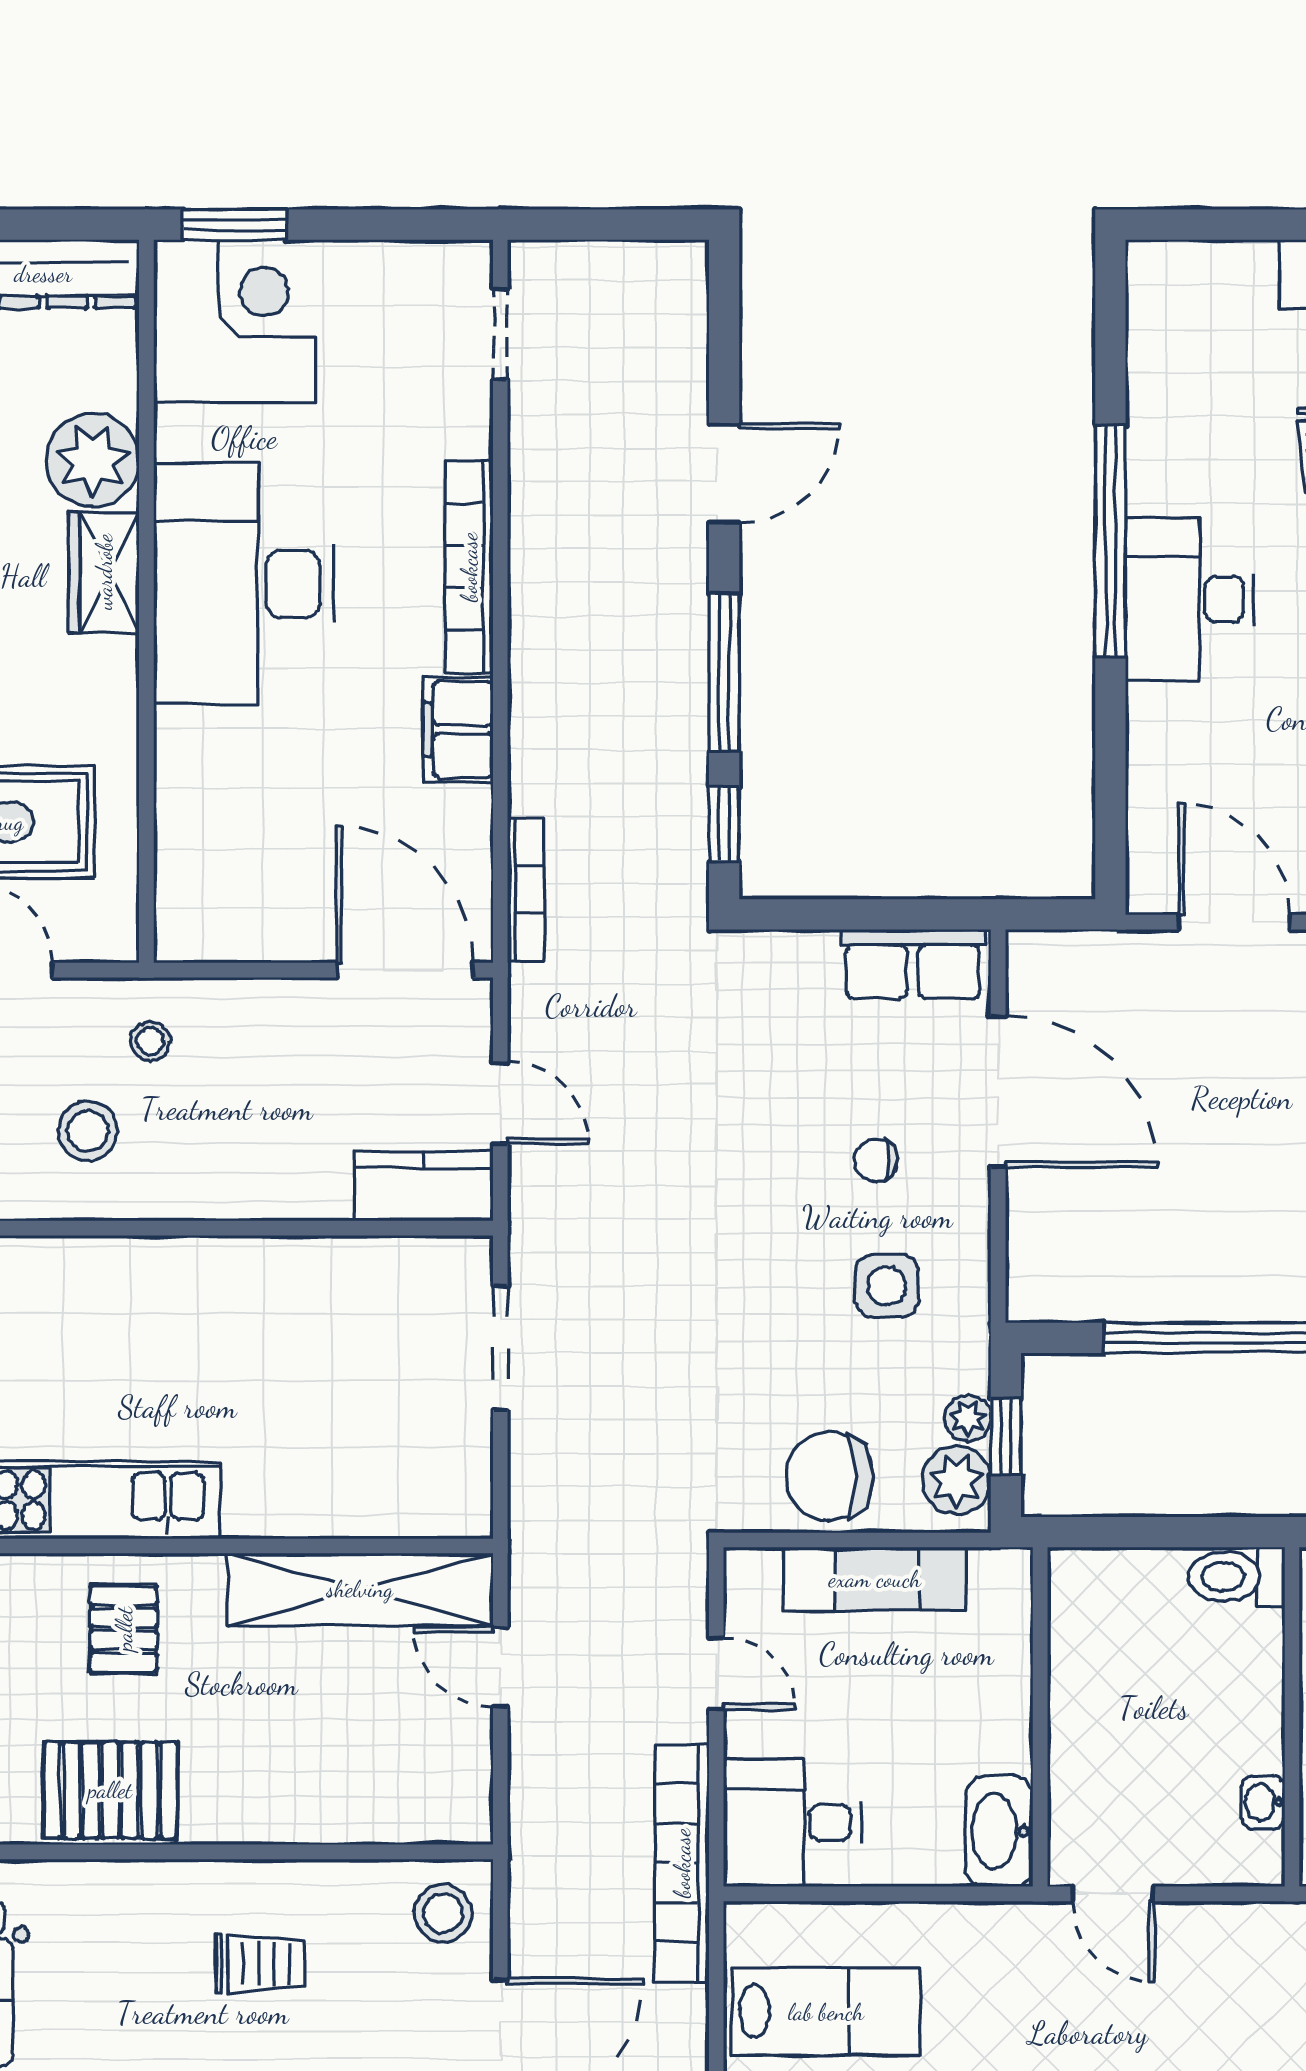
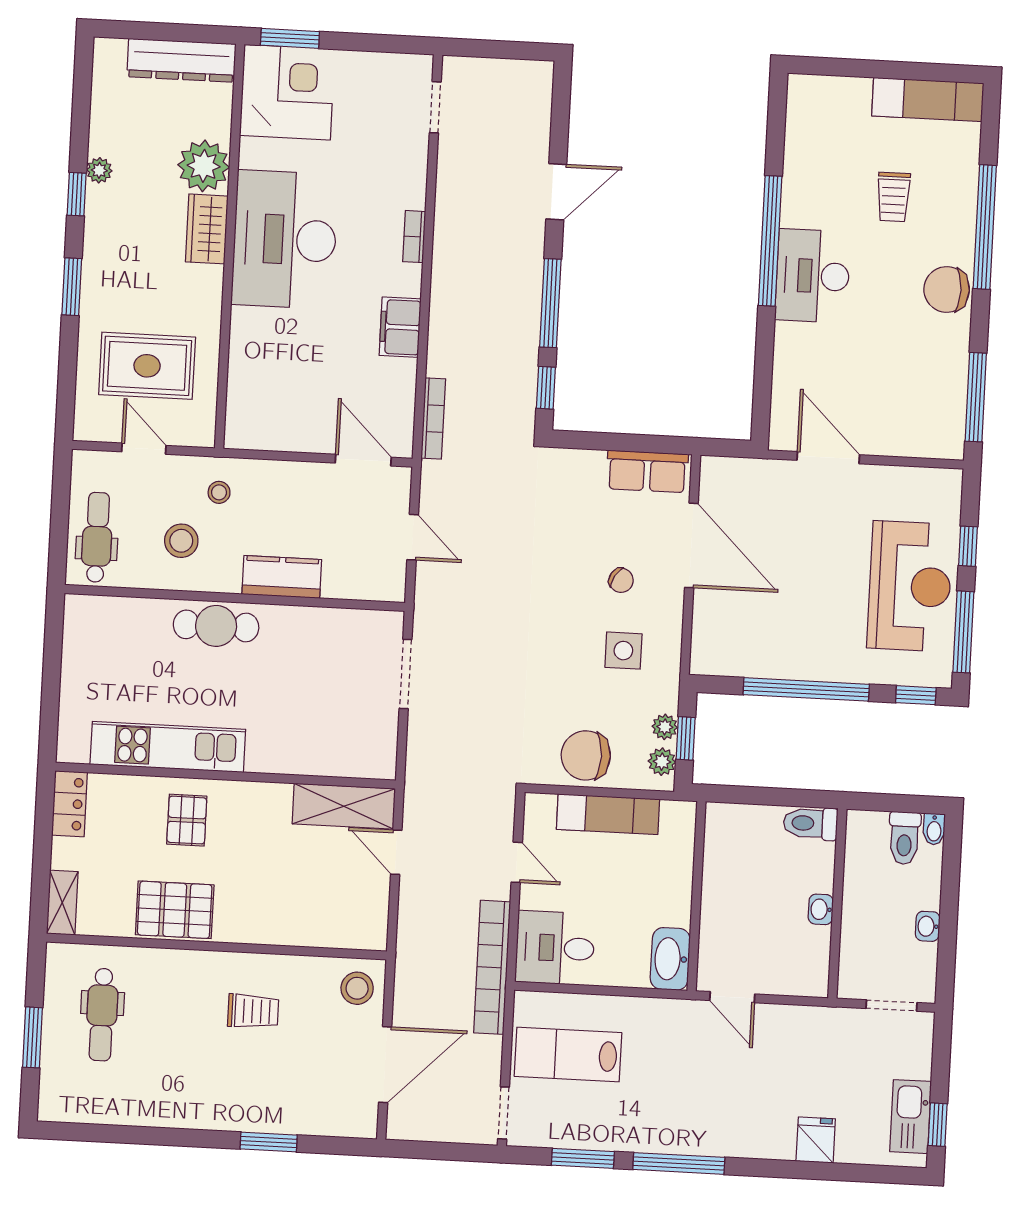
bookcase: (469, 567) -> (414, 237), width x0.43, depth x0.76
door: (405, 970) -> (363, 460), width x0.73
chair: (876, 1161) -> (621, 580), turned -149
kitchen counter: (424, 1186) -> (282, 577), moved
cafe table: (158, 1280) -> (216, 626), added
plant: (957, 1480) -> (662, 762), width x0.73, depth x0.73
shelving: (360, 1589) -> (344, 806), width x0.68
washbasin: (1263, 1802) -> (821, 909), moved
lab bench: (826, 2012) -> (568, 1055), turned 180

